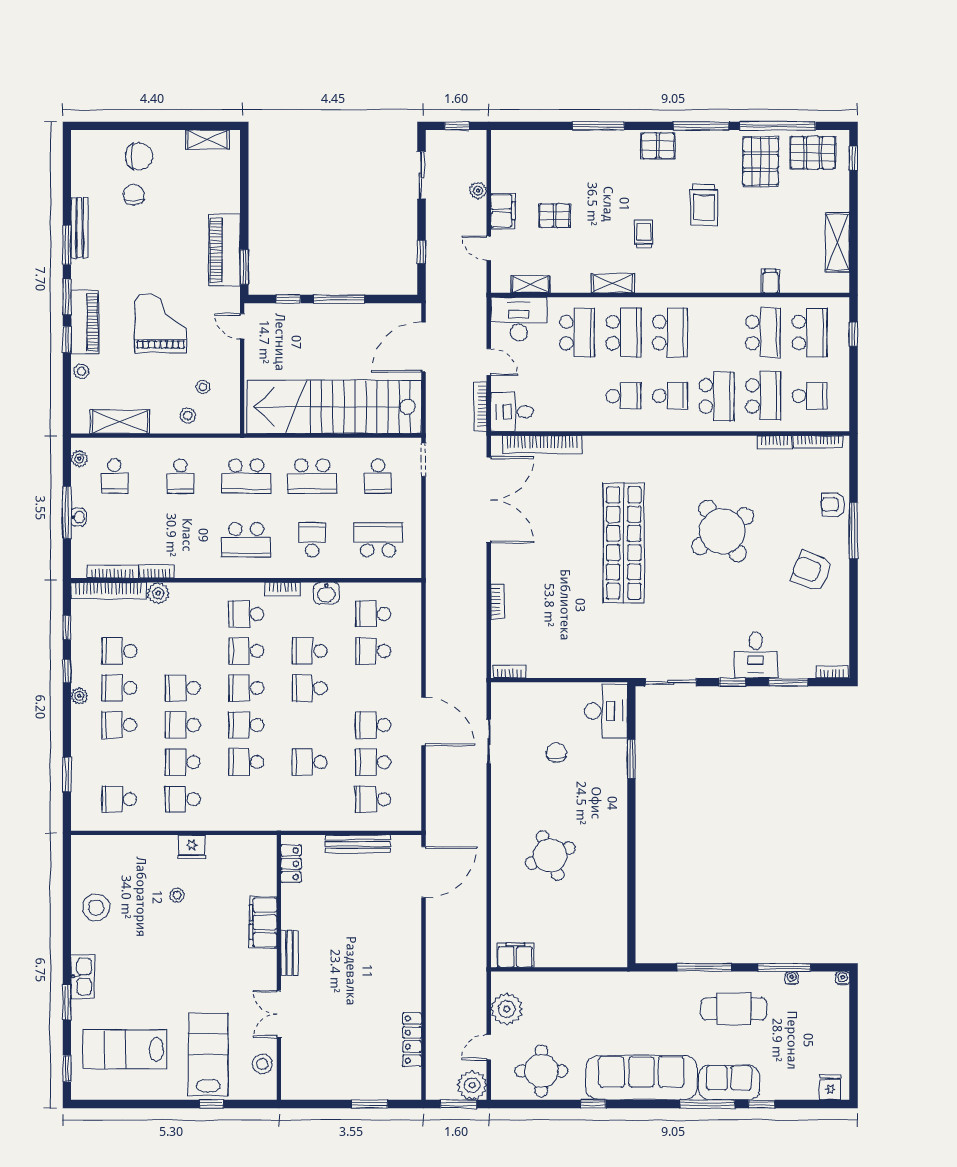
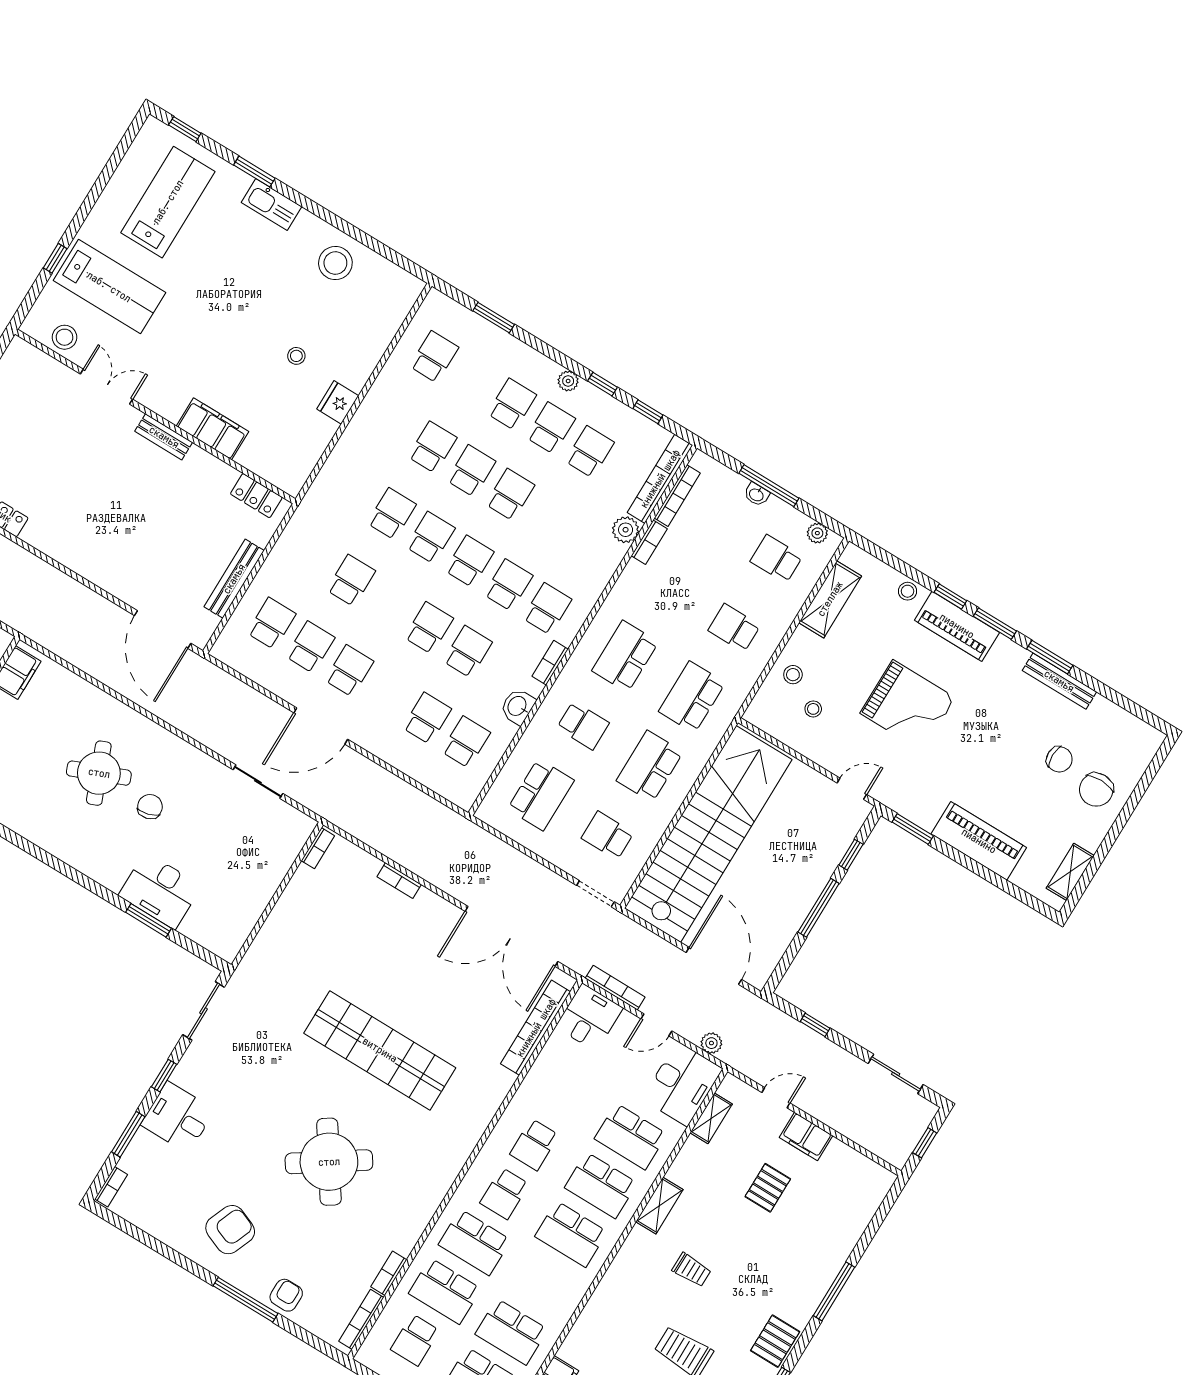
plant: (478, 191) -> (711, 1043), moved
piano: (224, 250) -> (979, 841), moved
desk: (606, 711) -> (160, 891), moved
chair: (556, 753) -> (150, 807), moved, turned -105
school desk: (183, 799) -> (393, 423), removed

